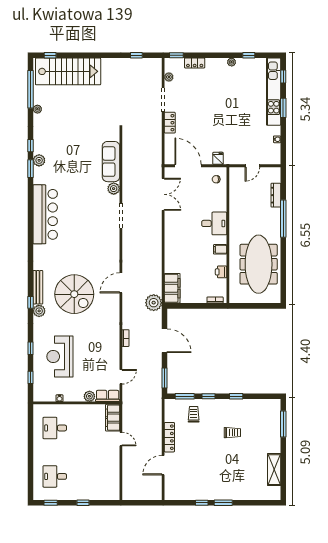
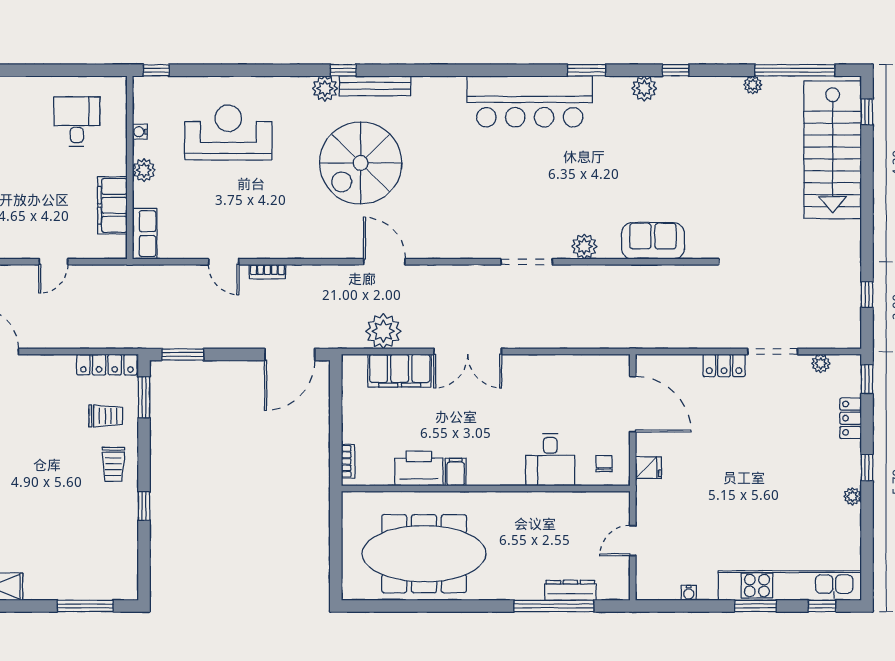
window: (249, 55) -> (867, 468), moved
sofa: (111, 162) -> (653, 241), width x0.73
door: (188, 166) -> (633, 404), hinge flipped
door: (252, 166) -> (633, 541), hinge flipped
window: (31, 169) -> (587, 70), moved
double door: (163, 194) -> (468, 352), moved
window: (283, 219) -> (554, 606), moved
desk: (214, 223) -> (550, 460), moved
printer: (221, 272) -> (419, 468), width x1.87, depth x1.48
filing cabinet: (172, 288) -> (400, 371), moved
plant: (154, 303) -> (383, 331), moved
door: (165, 341) -> (290, 354), moved
window: (31, 348) -> (246, 70), removed
window: (31, 377) -> (156, 70), moved
door: (121, 377) -> (224, 262), moved
plant: (89, 396) -> (144, 170), moved
window: (208, 396) -> (144, 448), removed
filing cabinet: (113, 418) -> (112, 205), moved, turned -90
trolley: (232, 433) -> (113, 464), moved
locker: (169, 437) -> (107, 365), moved

